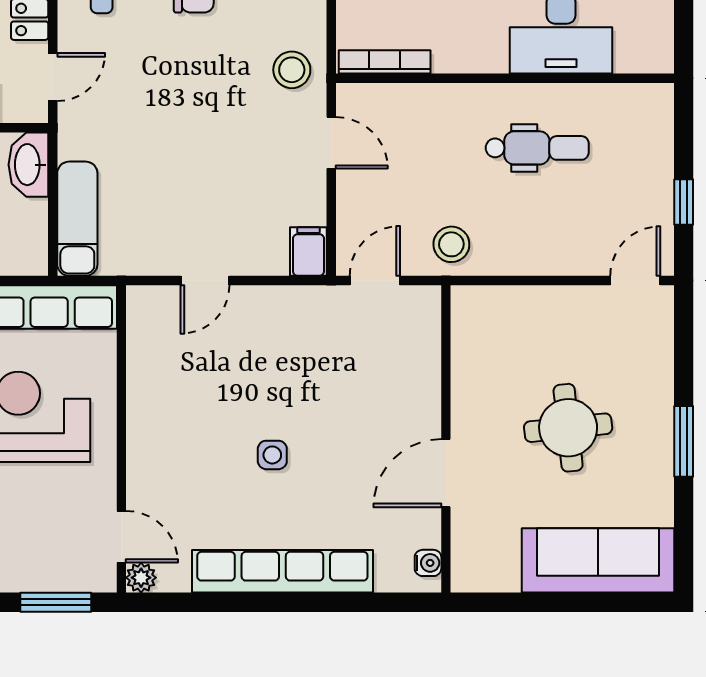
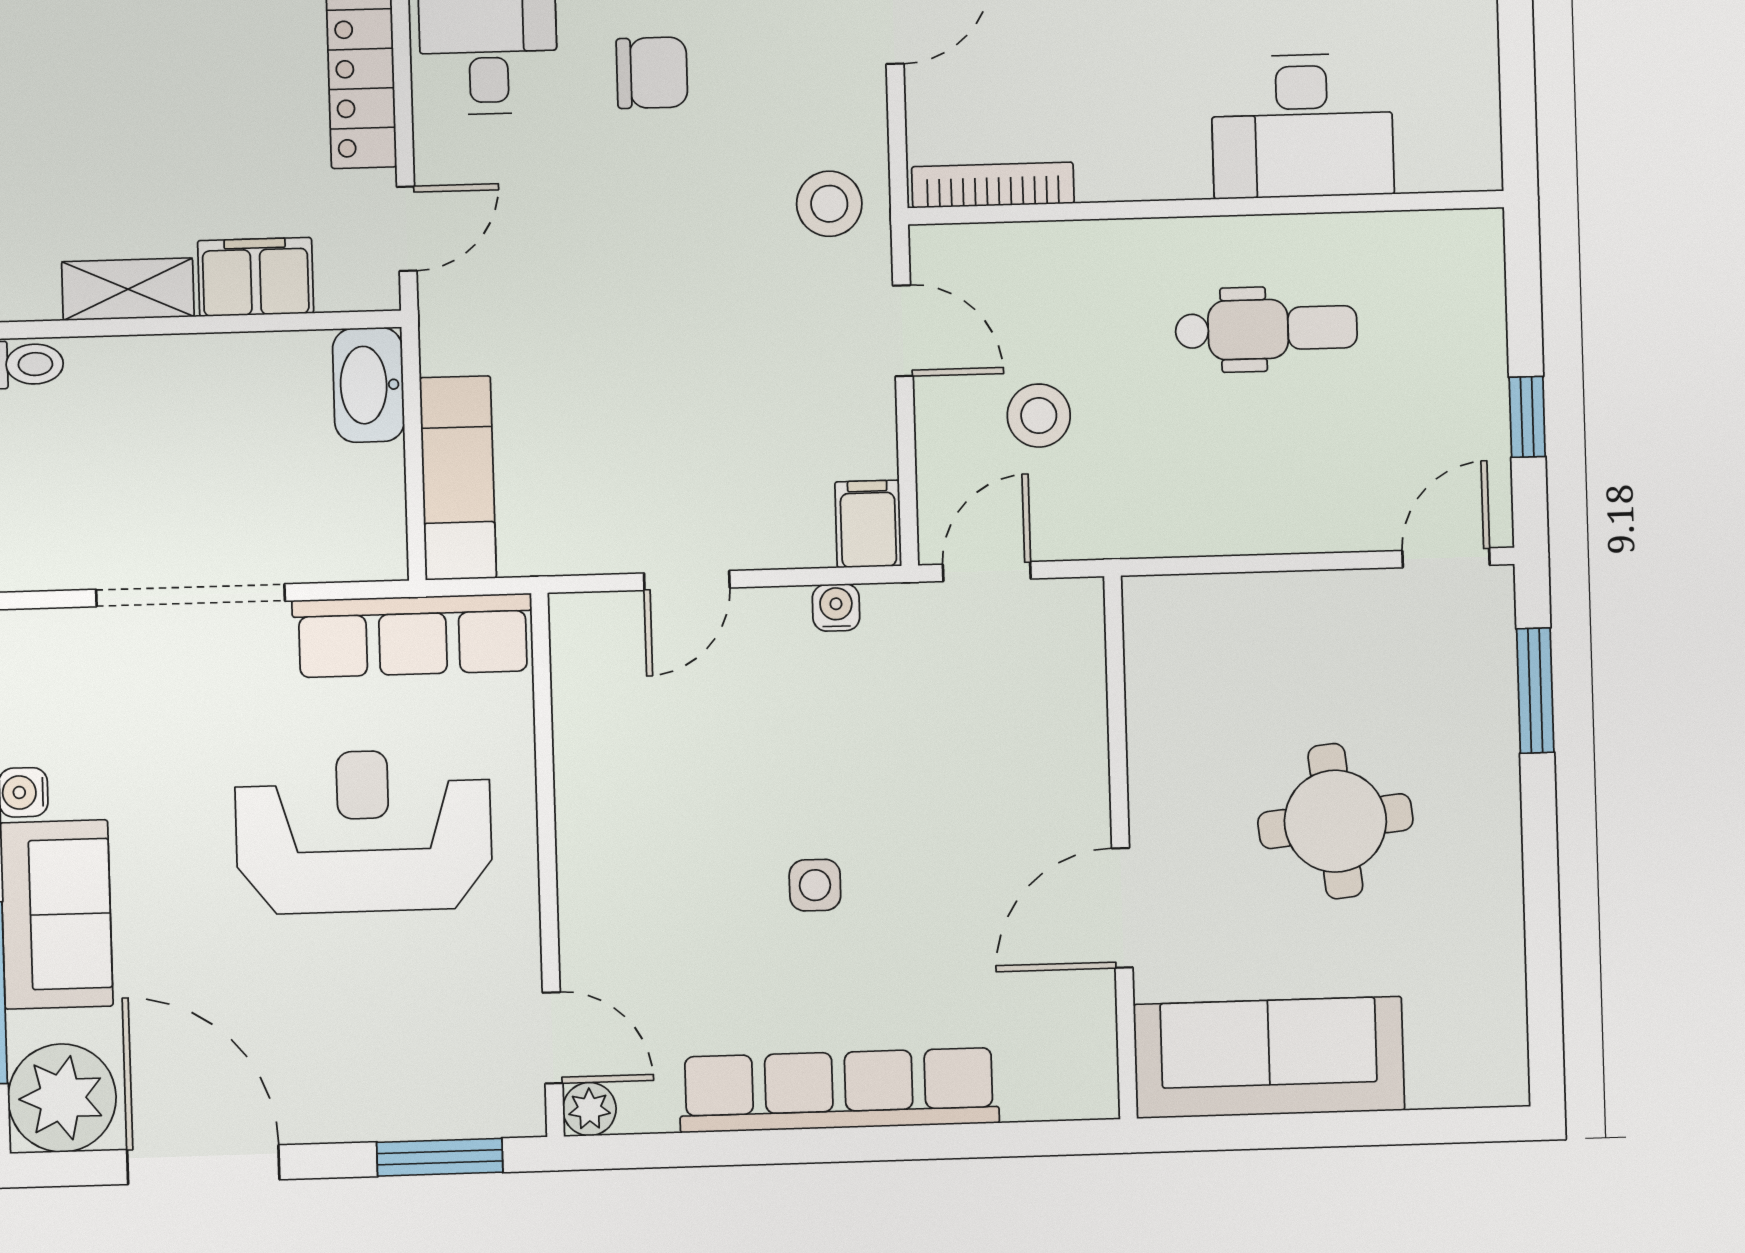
stool: (451, 244) -> (1039, 416), moved
window: (684, 441) -> (1535, 691), moved
sofa: (598, 560) -> (1269, 1057), moved
water cooler: (428, 563) -> (836, 608), moved, turned -90

